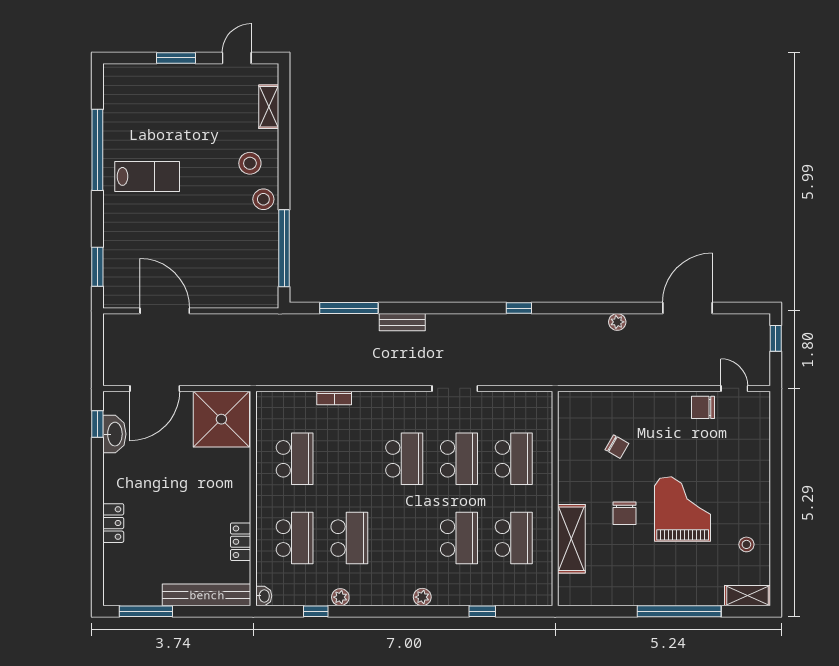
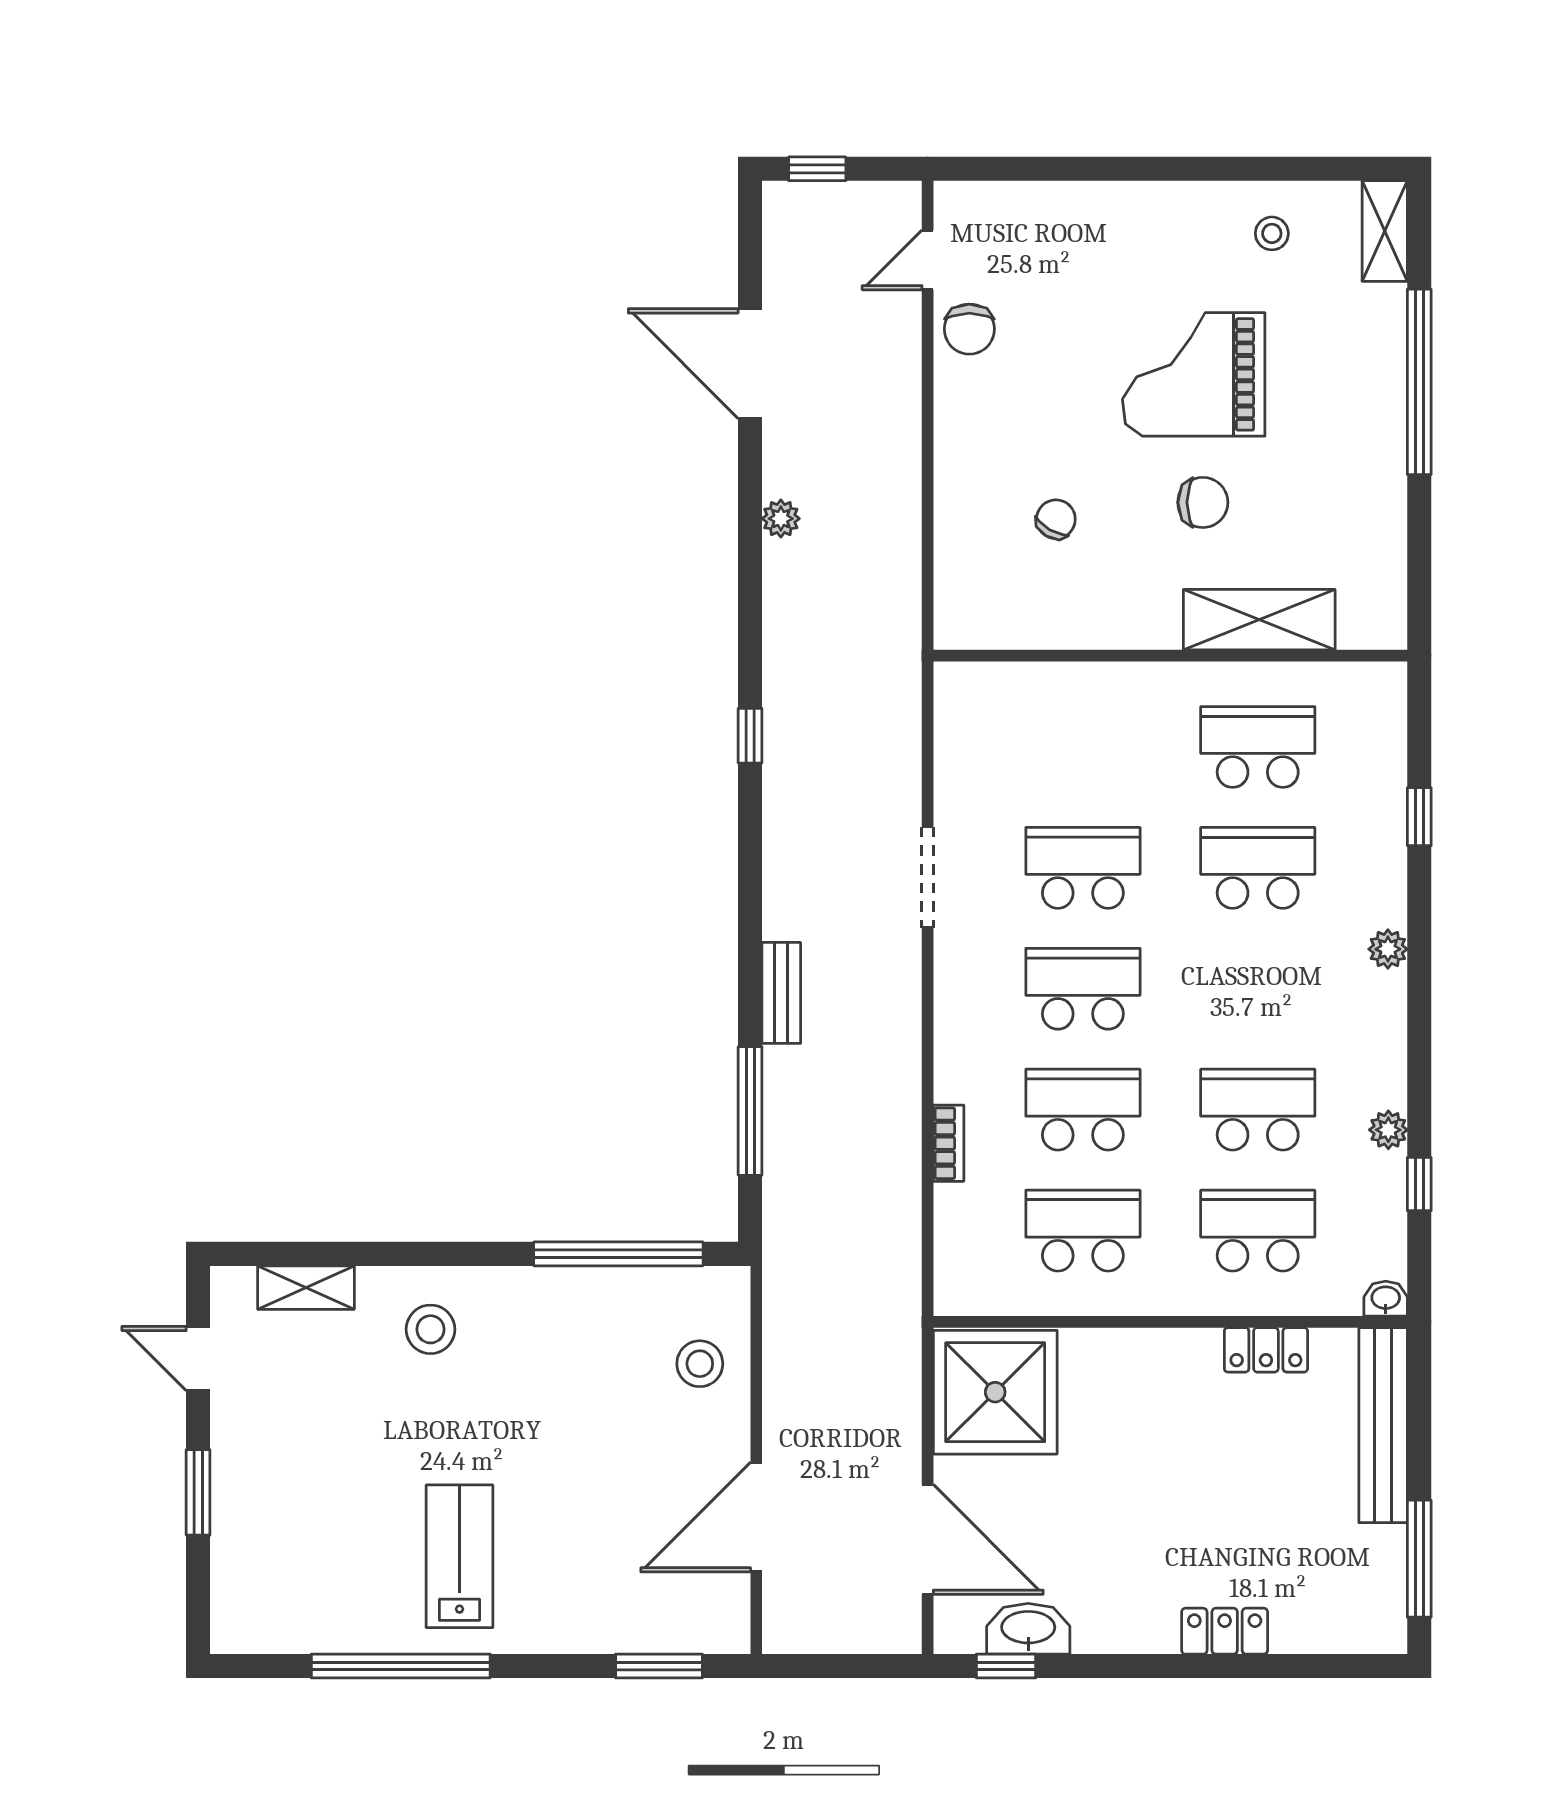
stool: (263, 199) -> (700, 1364), moved
school desk: (514, 459) -> (1083, 1110), moved

